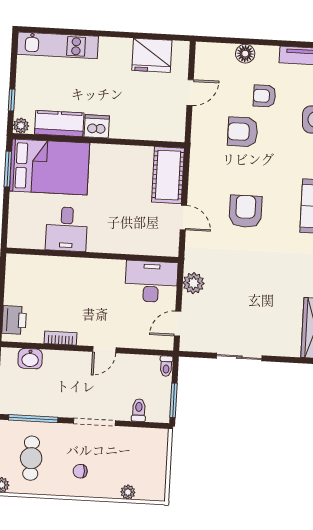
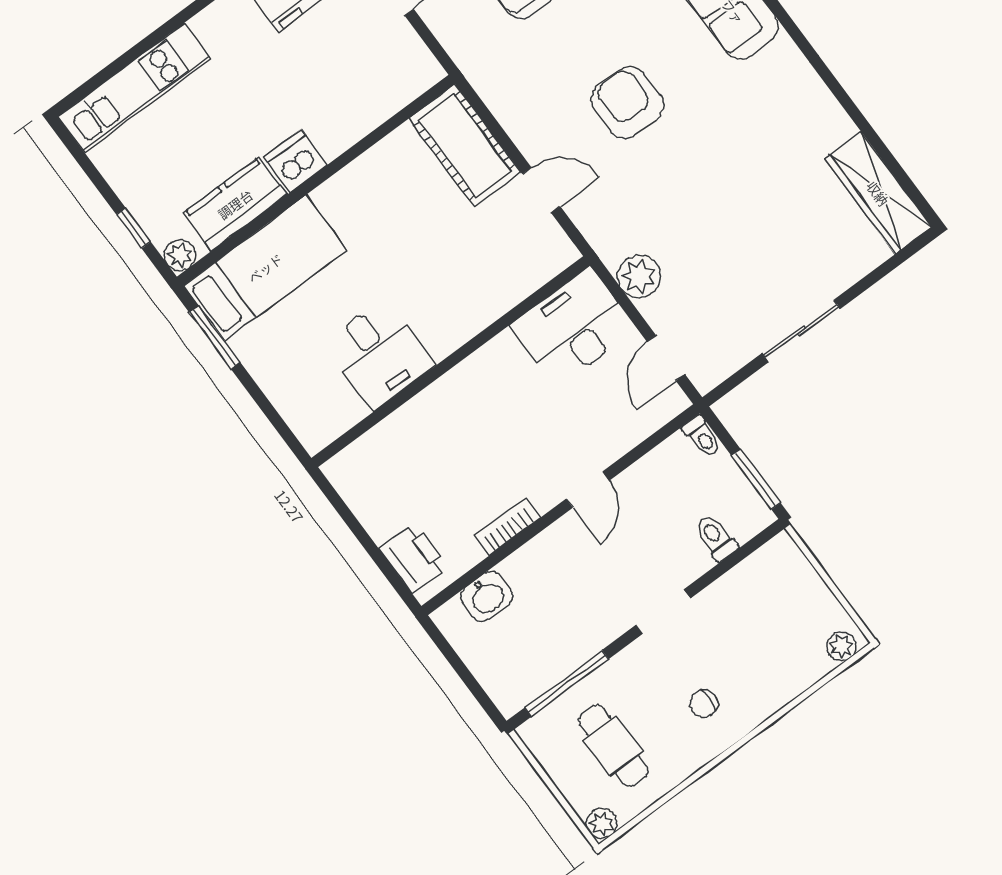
bed: (50, 167) -> (265, 268), width x0.67
doorway: (94, 422) -> (663, 611), width x0.73
plant: (128, 492) -> (842, 646), moved

